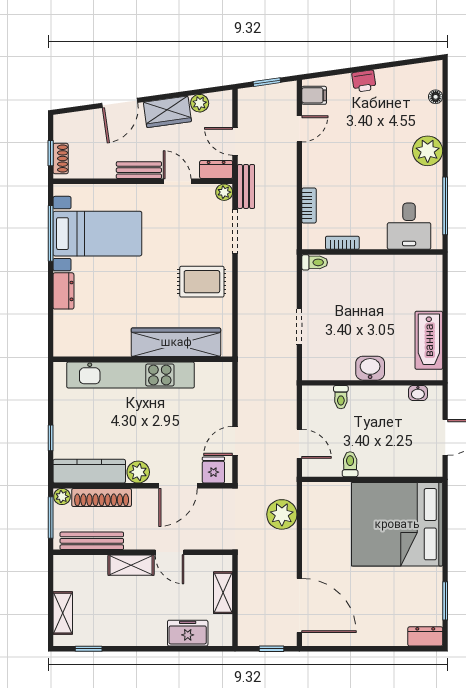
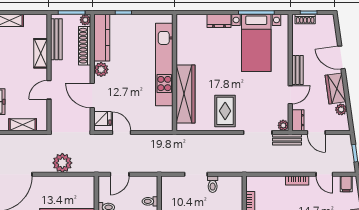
door: (235, 141) -> (316, 132), swing flipped
bookcase: (309, 205) -> (297, 181), moved
toilet: (315, 262) -> (213, 184), moved
plant: (282, 514) -> (62, 163), moved
shelving: (131, 565) -> (41, 53), moved

